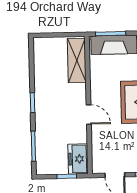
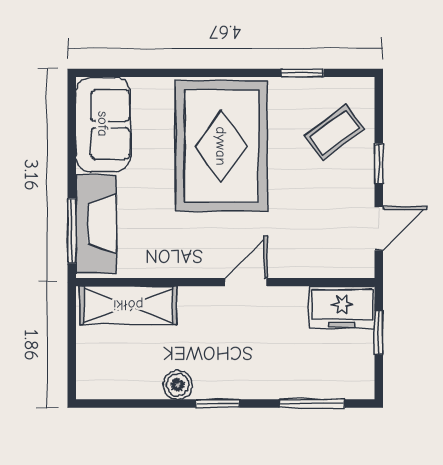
boiler: (41, 84) -> (178, 385), added

